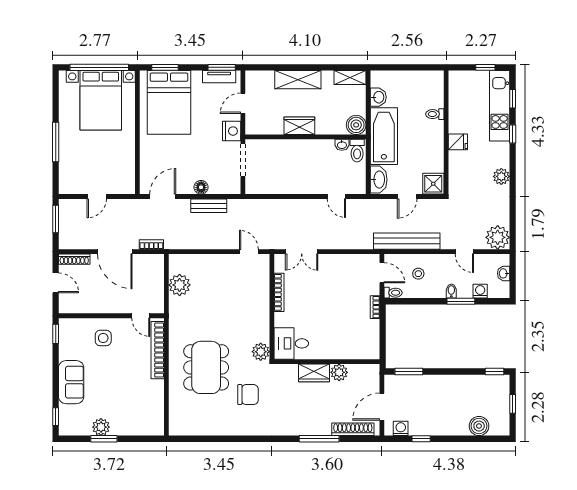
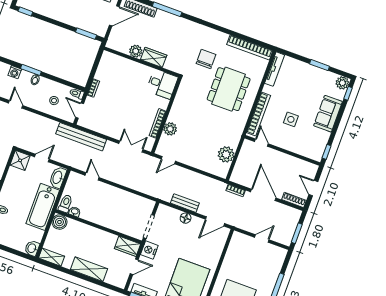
washbasin: (378, 97) -> (32, 248), moved
wardrobe: (299, 126) -> (127, 246), moved
bench: (407, 241) -> (81, 137), moved
door: (249, 252) -> (168, 160), hinge flipped
side table: (103, 338) -> (291, 119), moved
plant: (261, 352) -> (170, 129), moved
chair: (248, 395) -> (206, 59), turned 90
tv unit: (158, 413) -> (275, 69), added
plant: (101, 427) -> (342, 83), moved
bookcase: (199, 429) -> (250, 47), added

